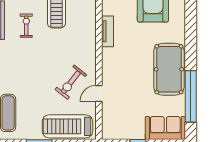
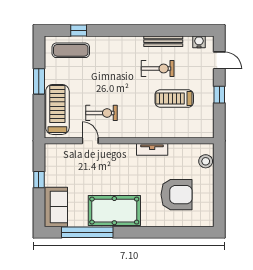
exercise bike: (26, 26) -> (158, 69), width x1.38, depth x1.39
exercise bike: (71, 82) -> (101, 113), turned 142

